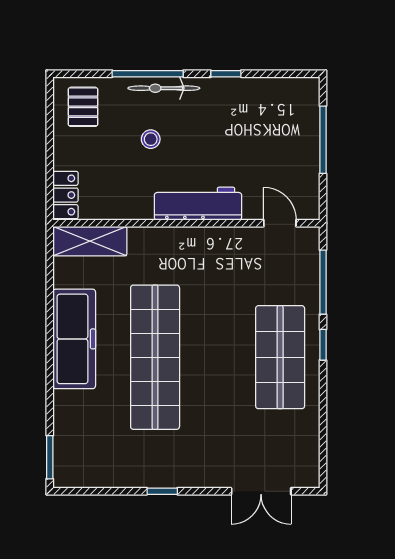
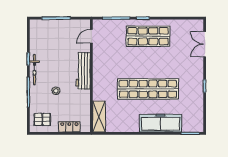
bicycle: (164, 88) -> (34, 70), moved
locker: (65, 195) -> (69, 127), moved
freezer: (74, 339) -> (161, 123), moved
double door: (261, 491) -> (205, 44), swing flipped

